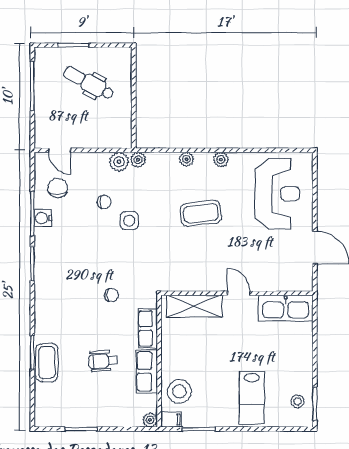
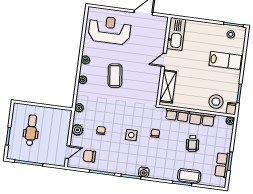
dental chair: (89, 83) -> (31, 130), turned 152
plant: (119, 162) -> (77, 130), moved
water cooler: (43, 218) -> (144, 172), moved
side table: (129, 221) -> (131, 135), moved
row of seats: (73, 417) -> (222, 165), added

